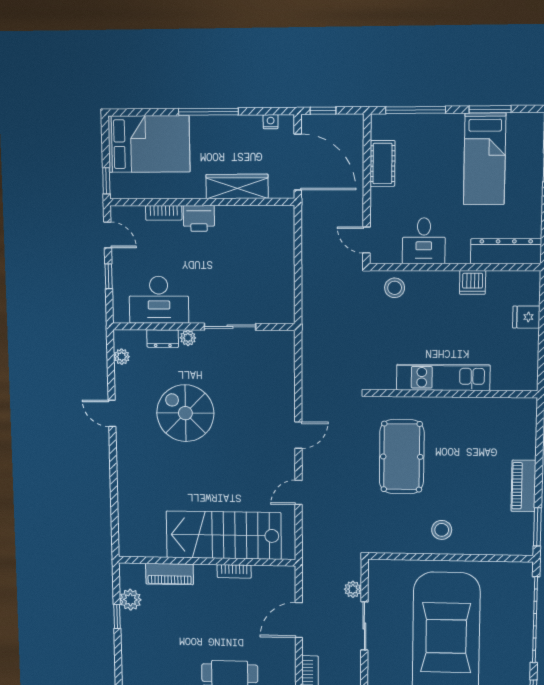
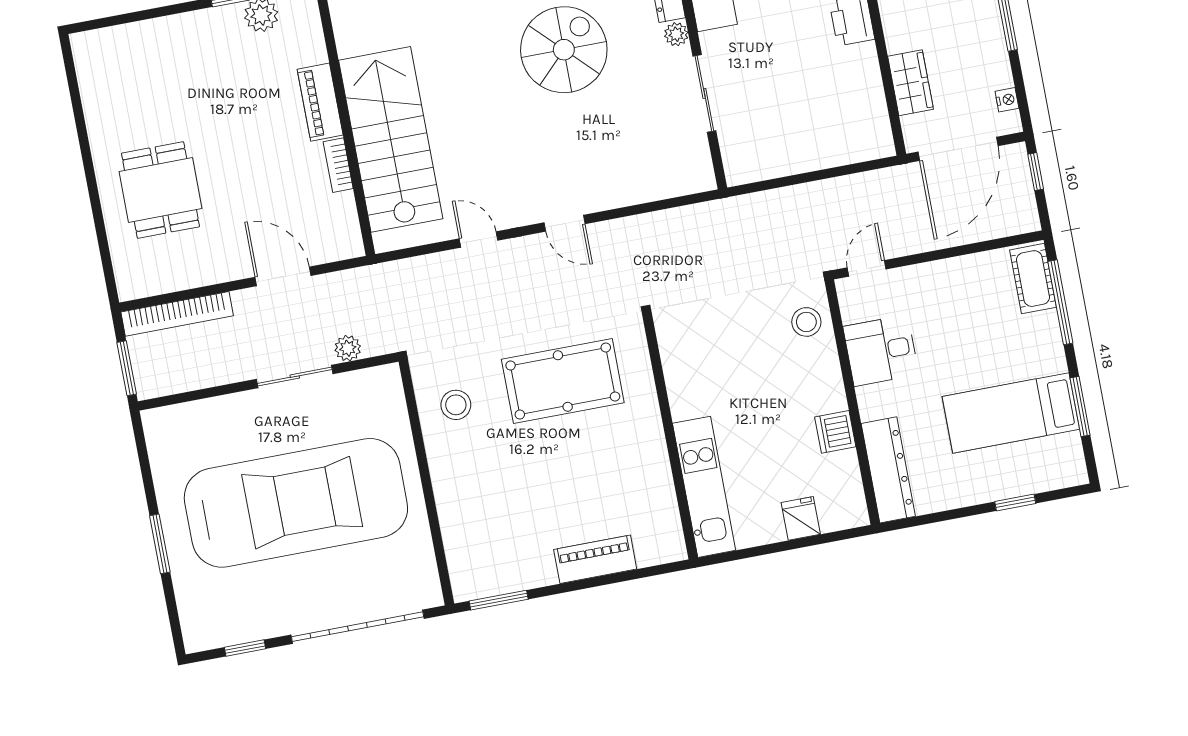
cot: (382, 163) -> (1033, 279), moved, turned 90
wardrobe: (237, 186) -> (910, 83), width x0.67
kitchen unit: (443, 377) -> (704, 487), moved
piano: (523, 486) -> (595, 559), moved
stool: (442, 530) -> (456, 405), moved
piano: (169, 574) -> (320, 102), moved

